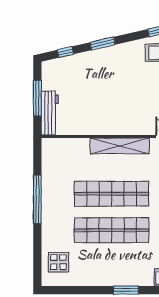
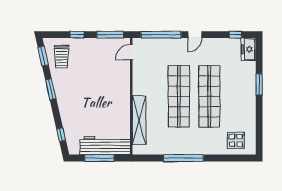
window: (103, 44) -> (51, 89), moved
workbench: (50, 113) -> (105, 146), width x1.36, depth x1.32
shelving: (120, 146) -> (139, 120), moved

